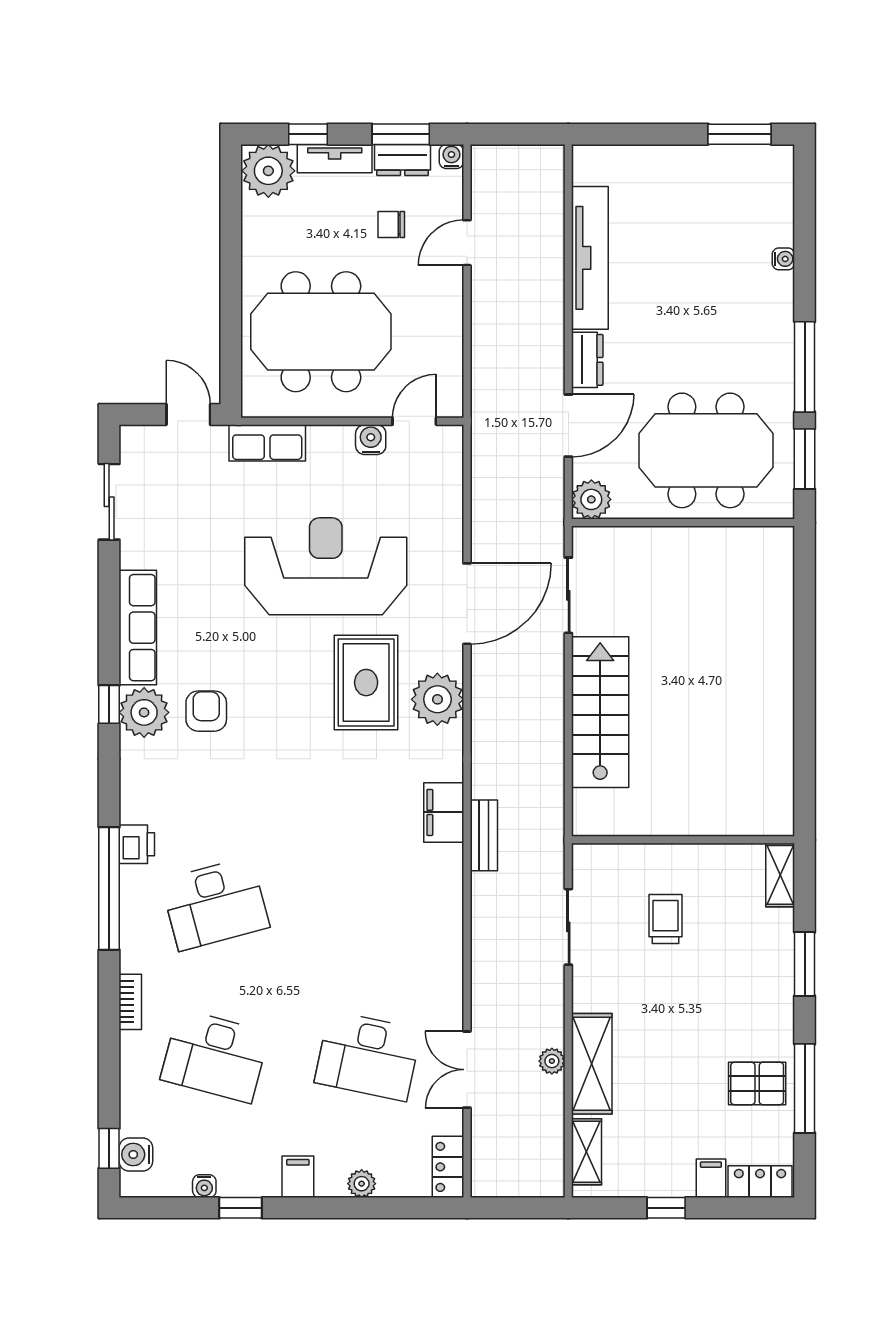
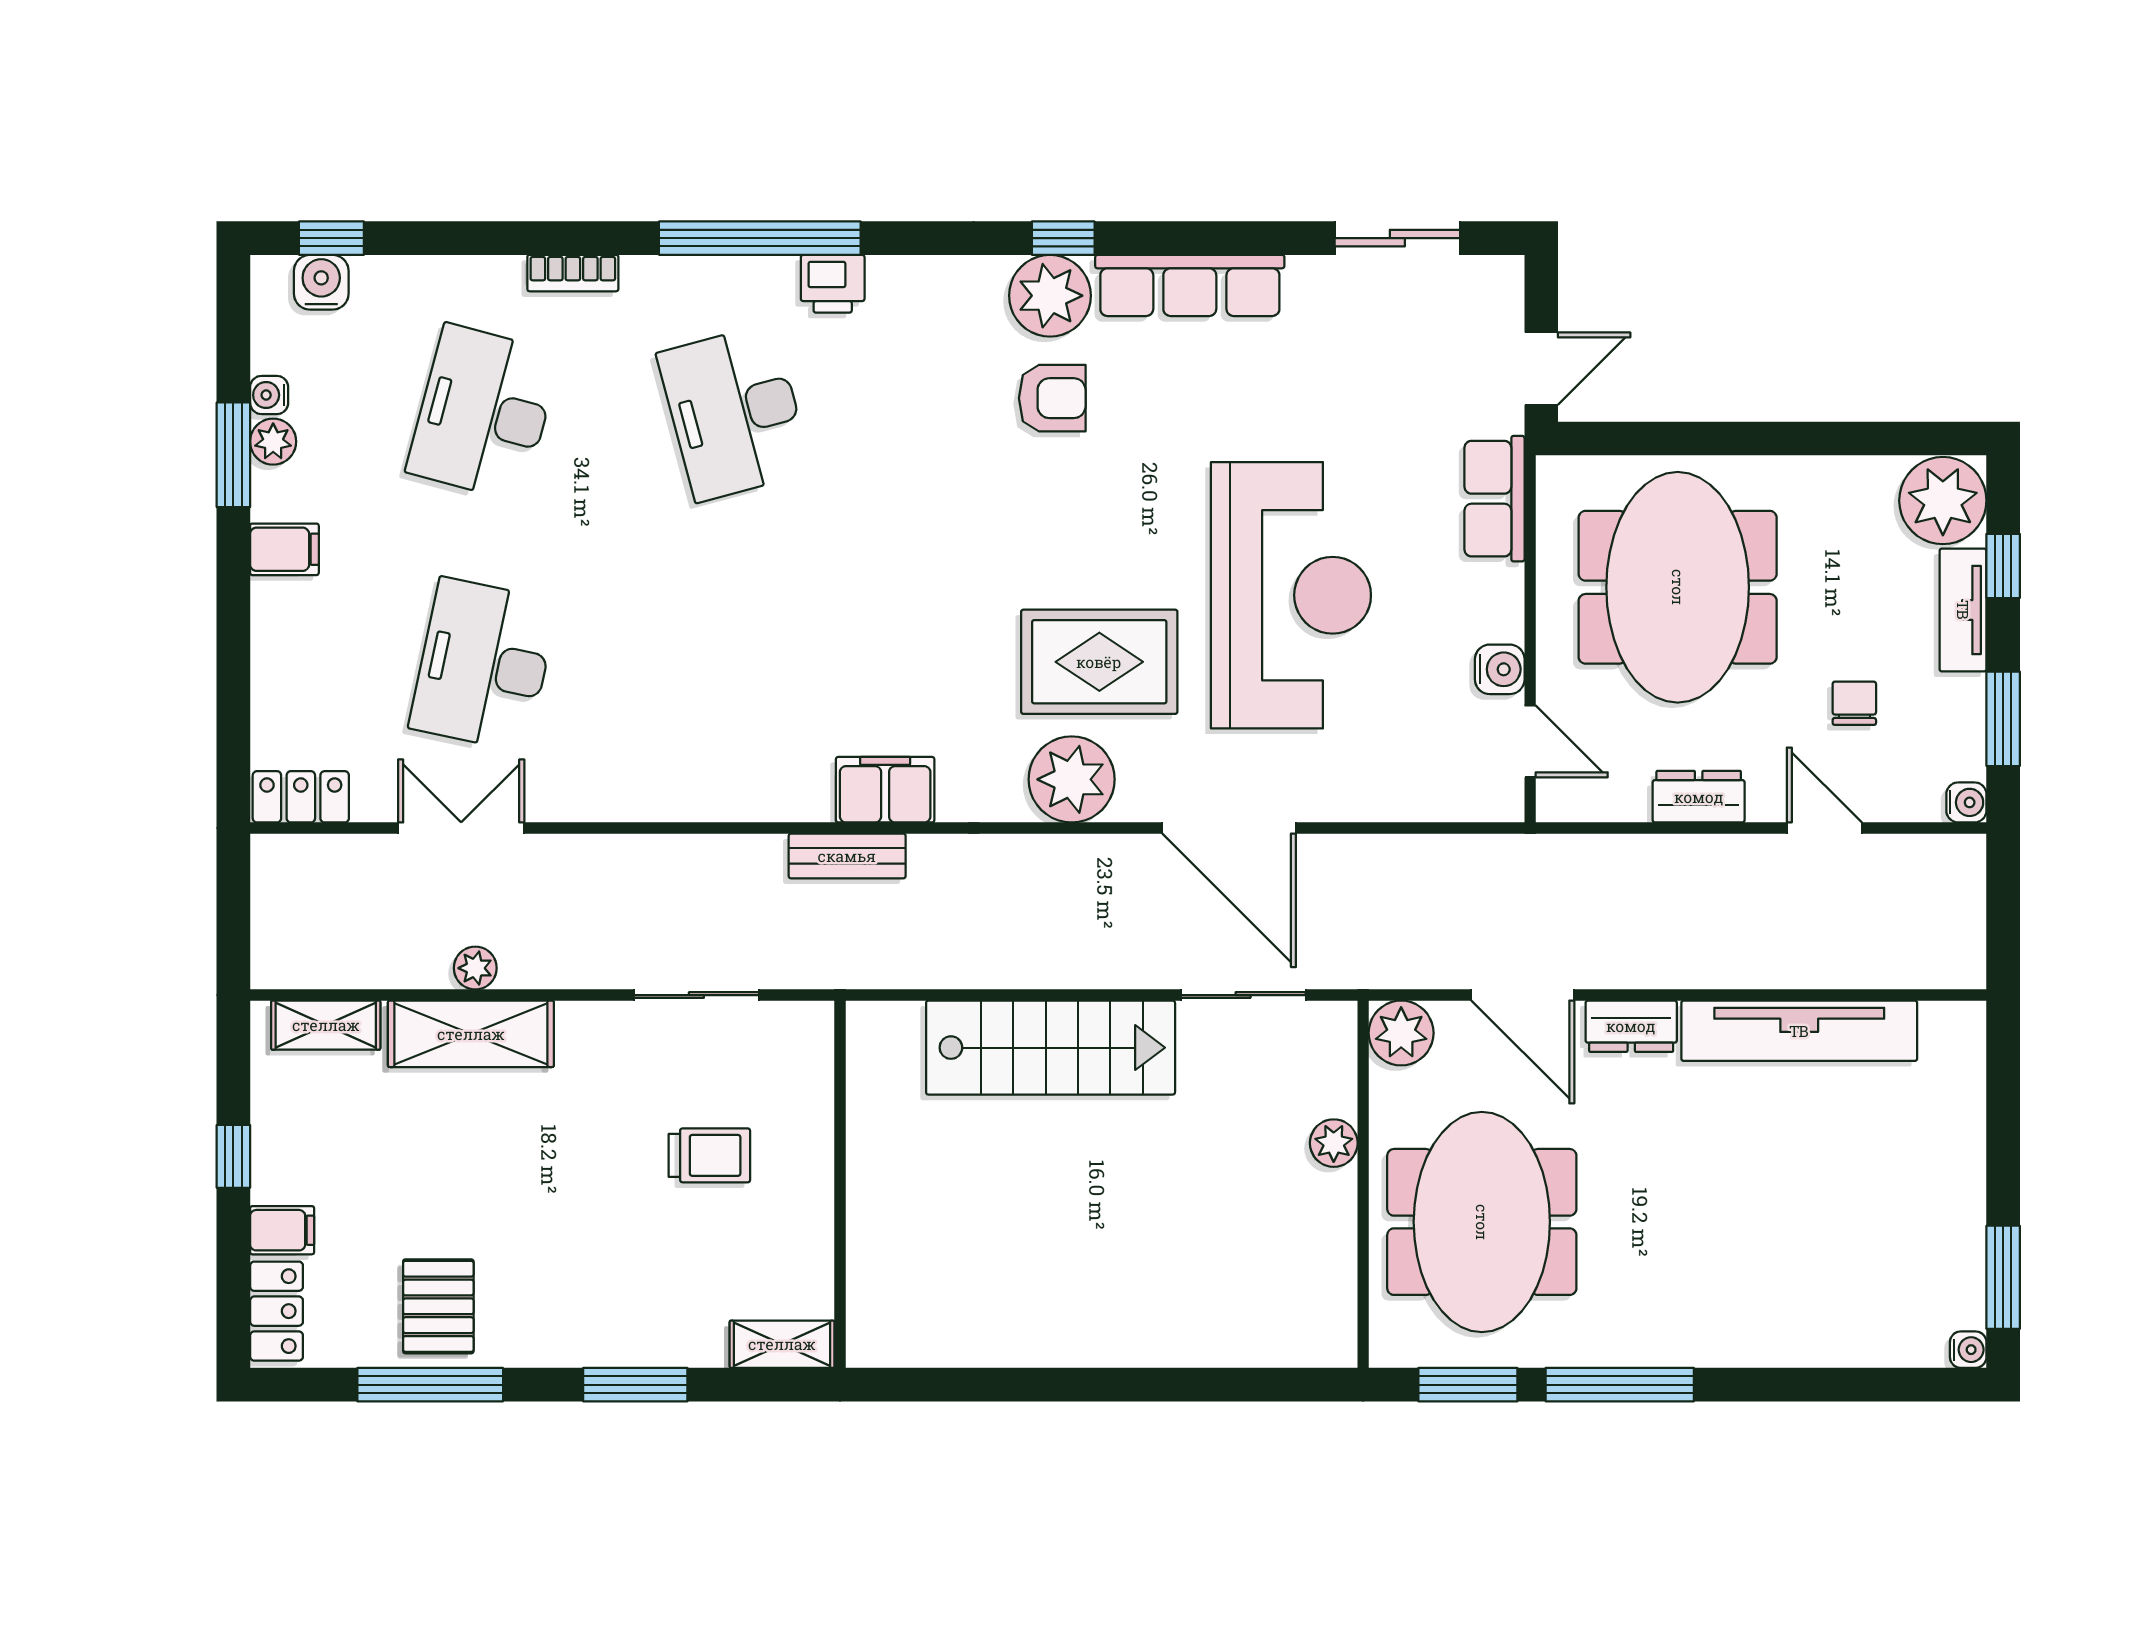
dresser: (403, 160) -> (1699, 797), moved, turned 90
water cooler: (783, 259) -> (1968, 1350), moved, turned -90
plant: (658, 540) -> (1334, 1143), added
plant: (362, 1184) -> (273, 442), moved
window: (241, 1208) -> (233, 455), width x1.50

